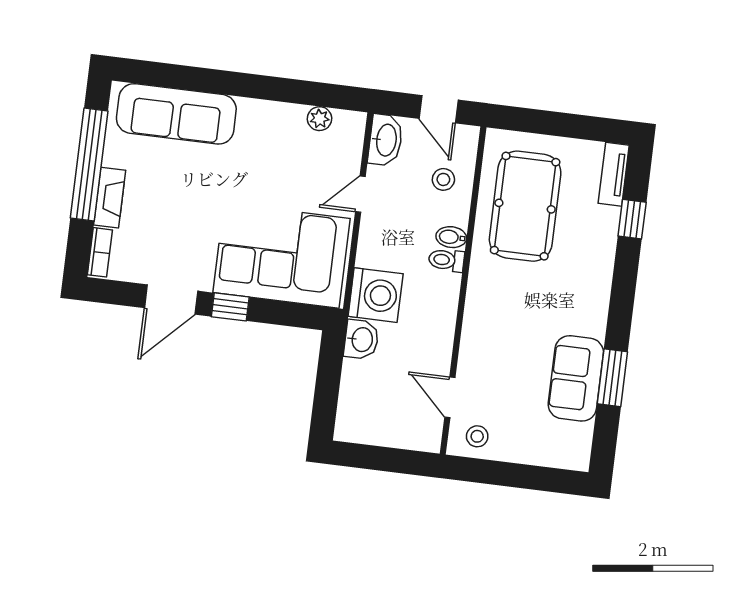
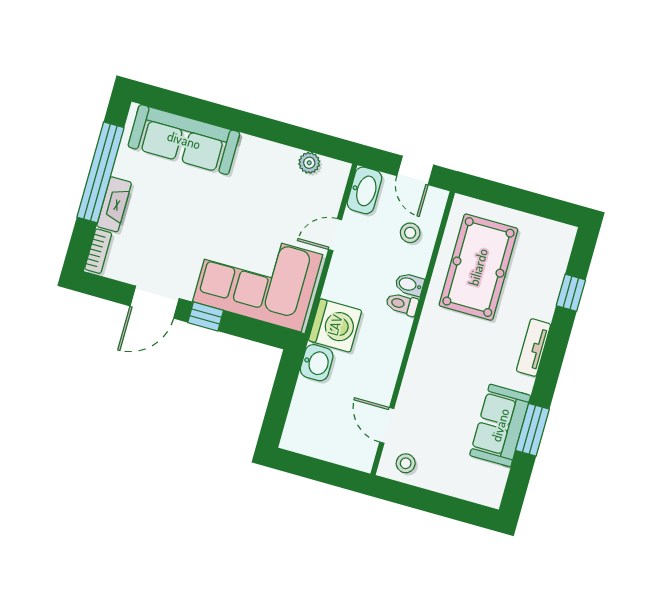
tv unit: (614, 174) -> (534, 348), moved

